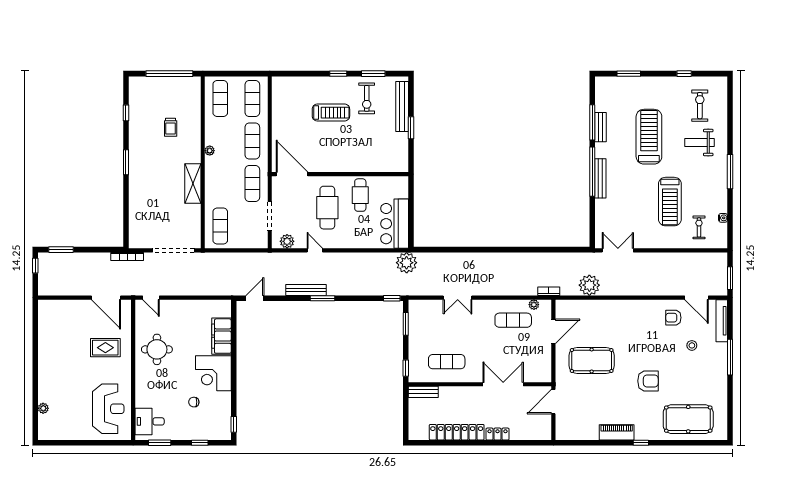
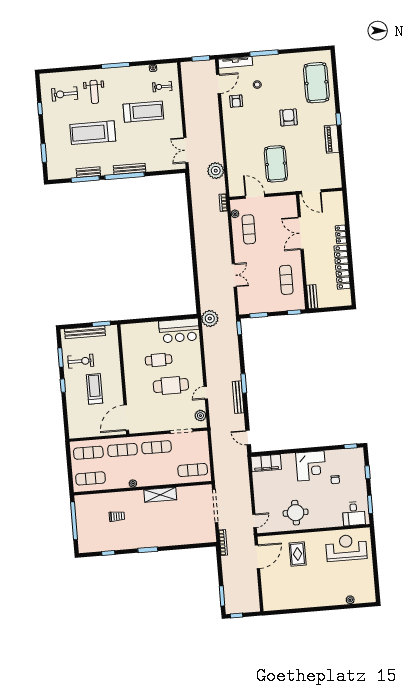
door: (292, 174) -> (126, 418), moved
wall: (340, 174) -> (123, 379), moved
filing cabinet: (221, 336) -> (266, 463), moved

